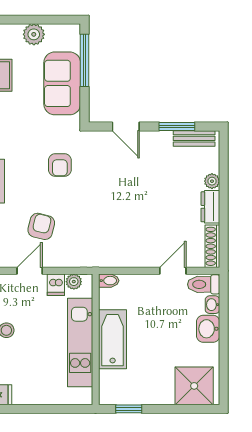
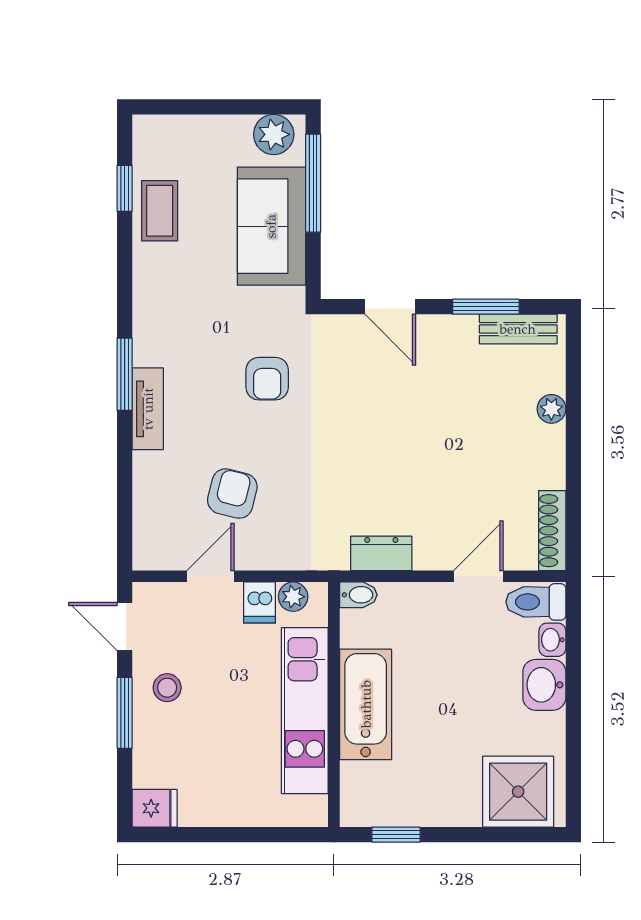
plant: (34, 34) -> (274, 134), moved
dresser: (210, 207) -> (381, 553), moved, turned 90

